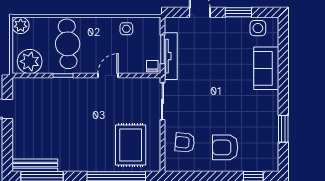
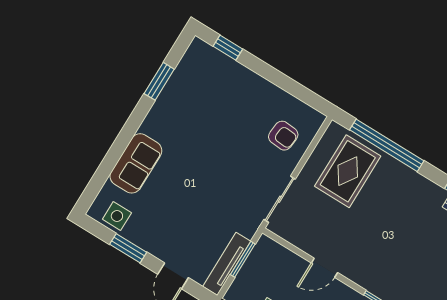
tv unit: (171, 56) -> (227, 264), moved
chair: (152, 66) -> (266, 247), removed
armchair: (225, 147) -> (240, 101), removed

